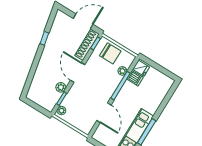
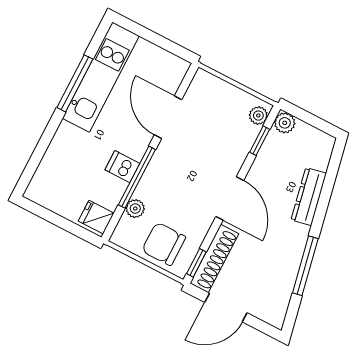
window: (44, 38) -> (305, 266), width x2.17
dresser: (40, 71) -> (309, 197), added
dishwasher: (135, 78) -> (122, 167), moved
plant: (61, 87) -> (285, 123), moved

